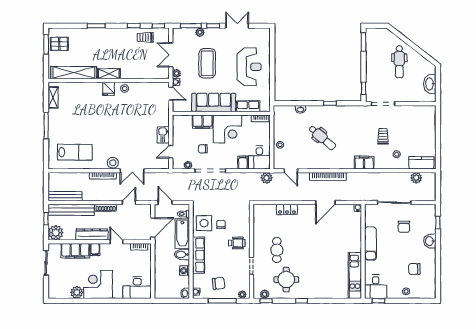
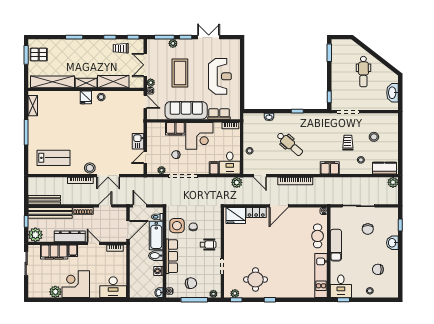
shelving: (137, 72) -> (113, 82), added
stool: (410, 130) -> (374, 137), added
plant: (416, 178) -> (393, 182), moved
door: (325, 203) -> (279, 206), moved
fridge: (266, 213) -> (236, 216), added
cafe table: (277, 250) -> (318, 236), moved

